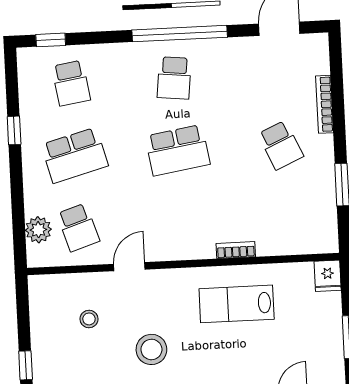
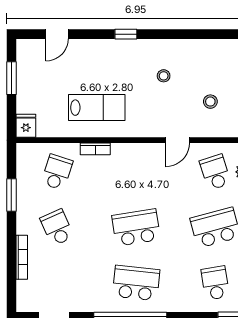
school desk: (174, 78) -> (136, 283), width x1.85
school desk: (284, 217) -> (57, 172), added
stool: (151, 349) -> (164, 76), width x0.53, depth x0.53

